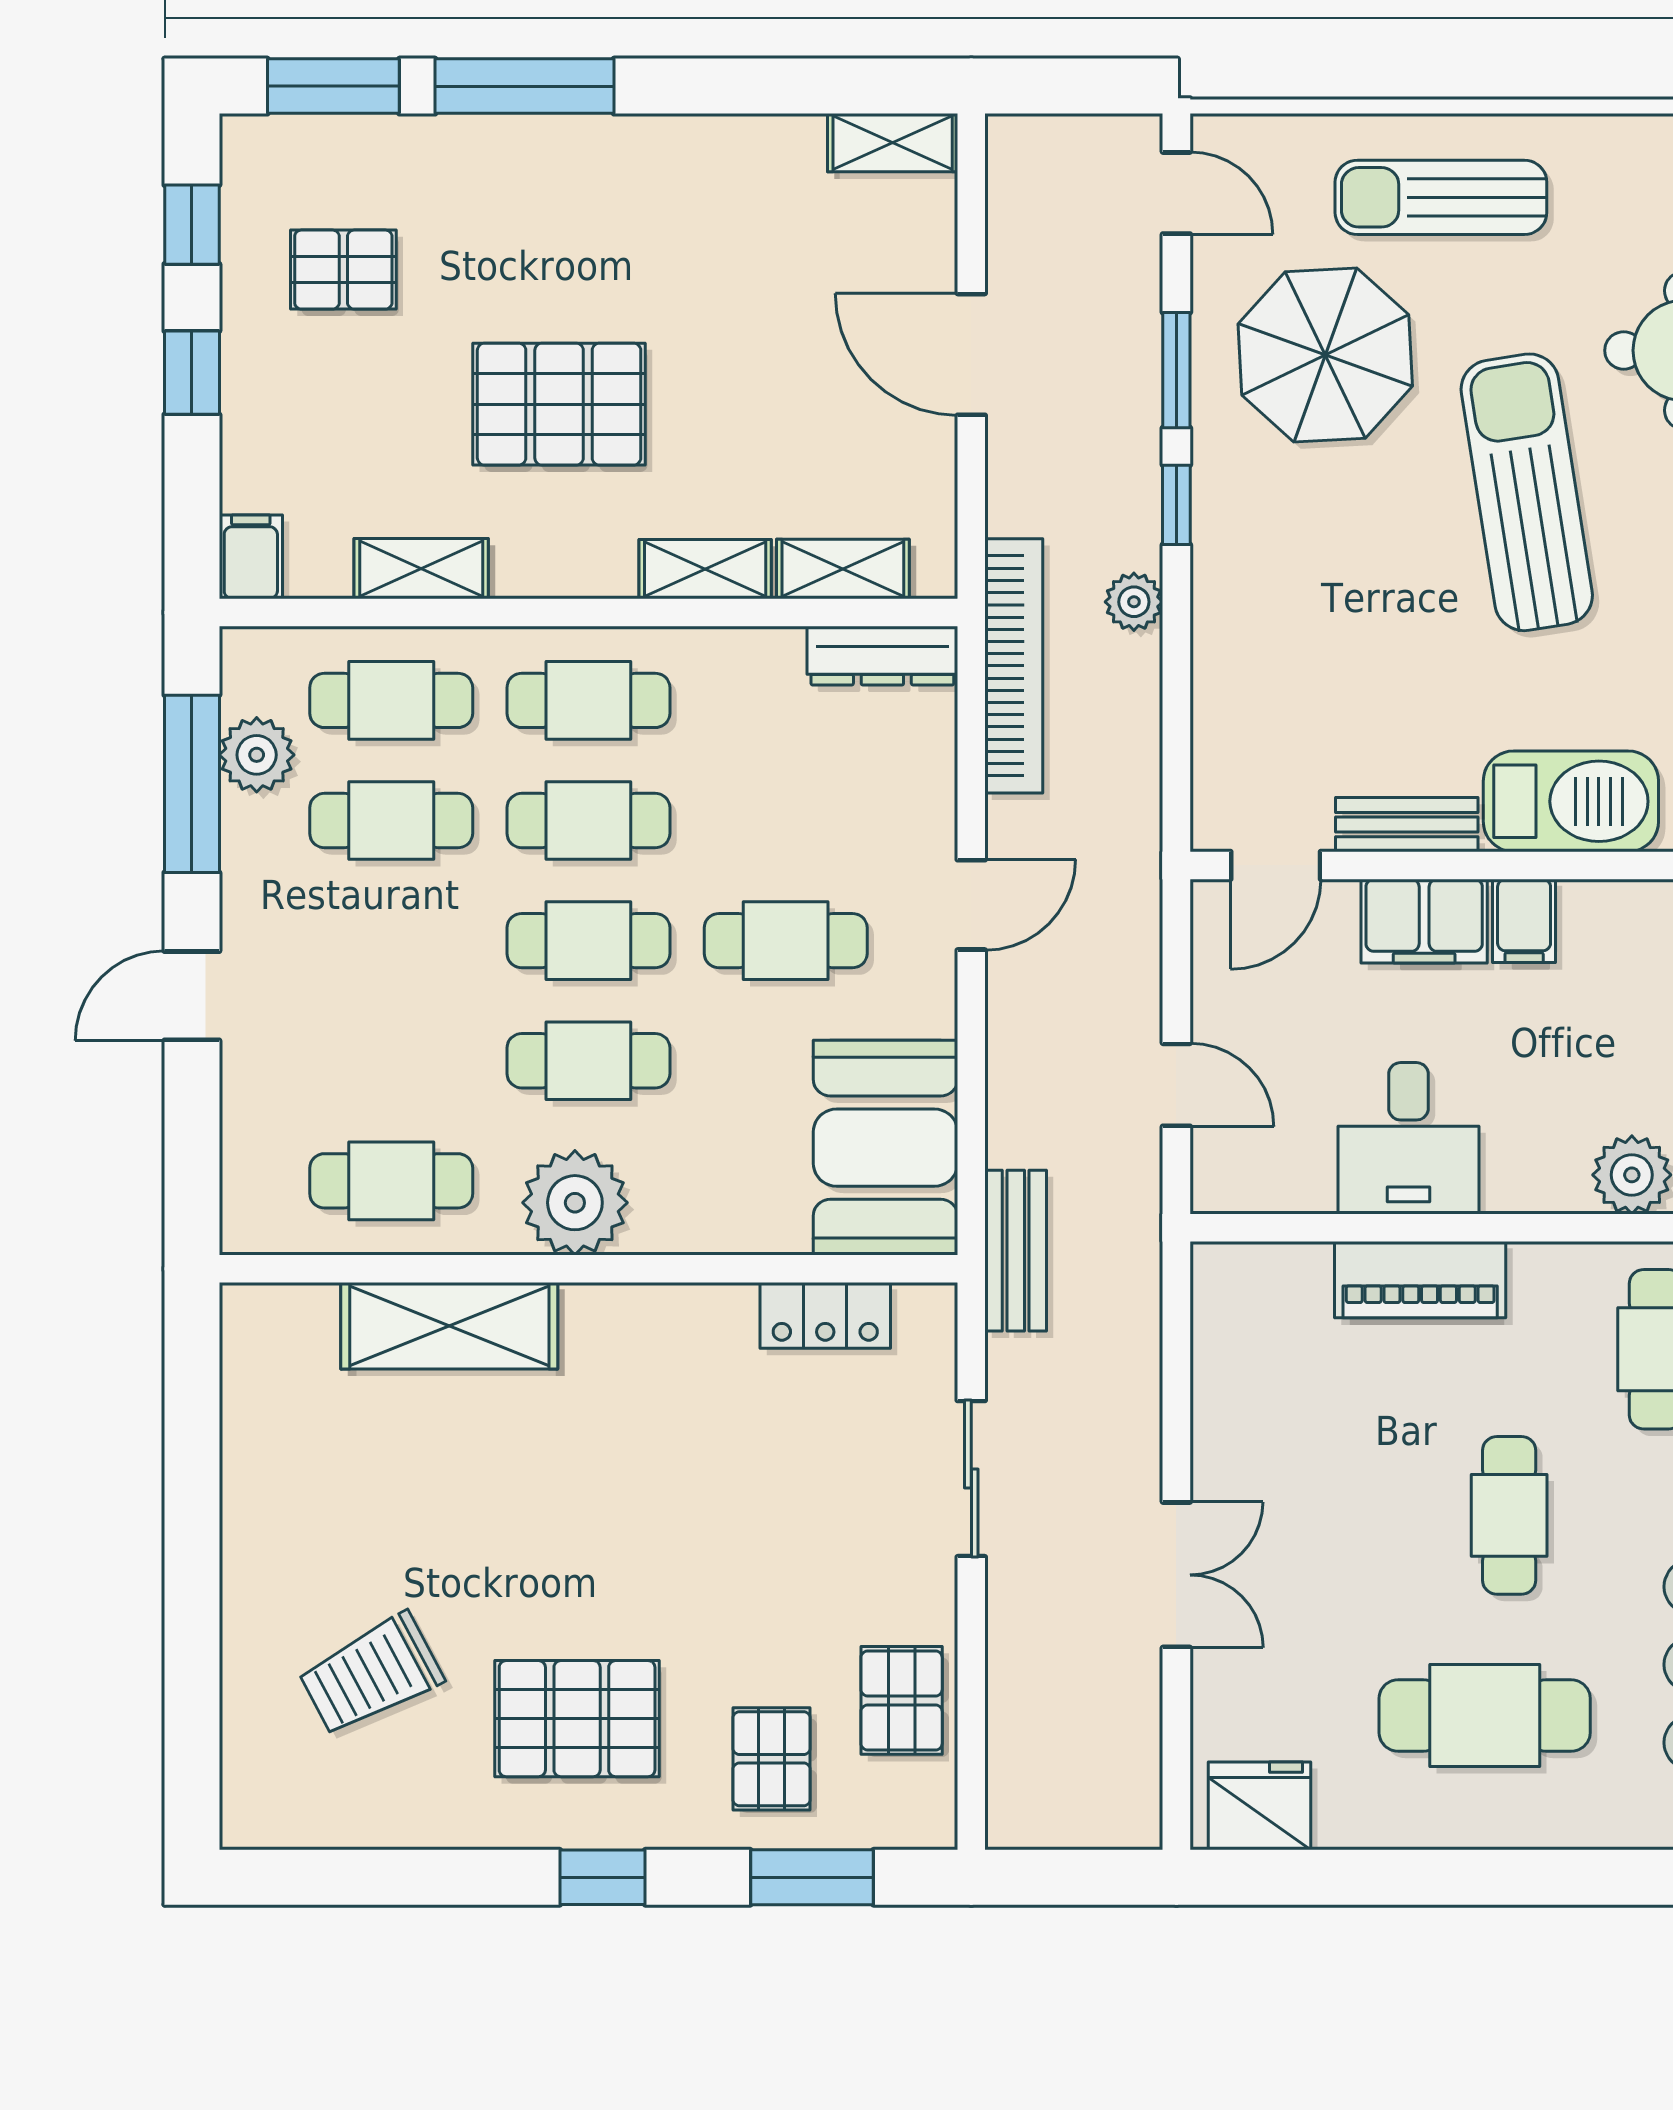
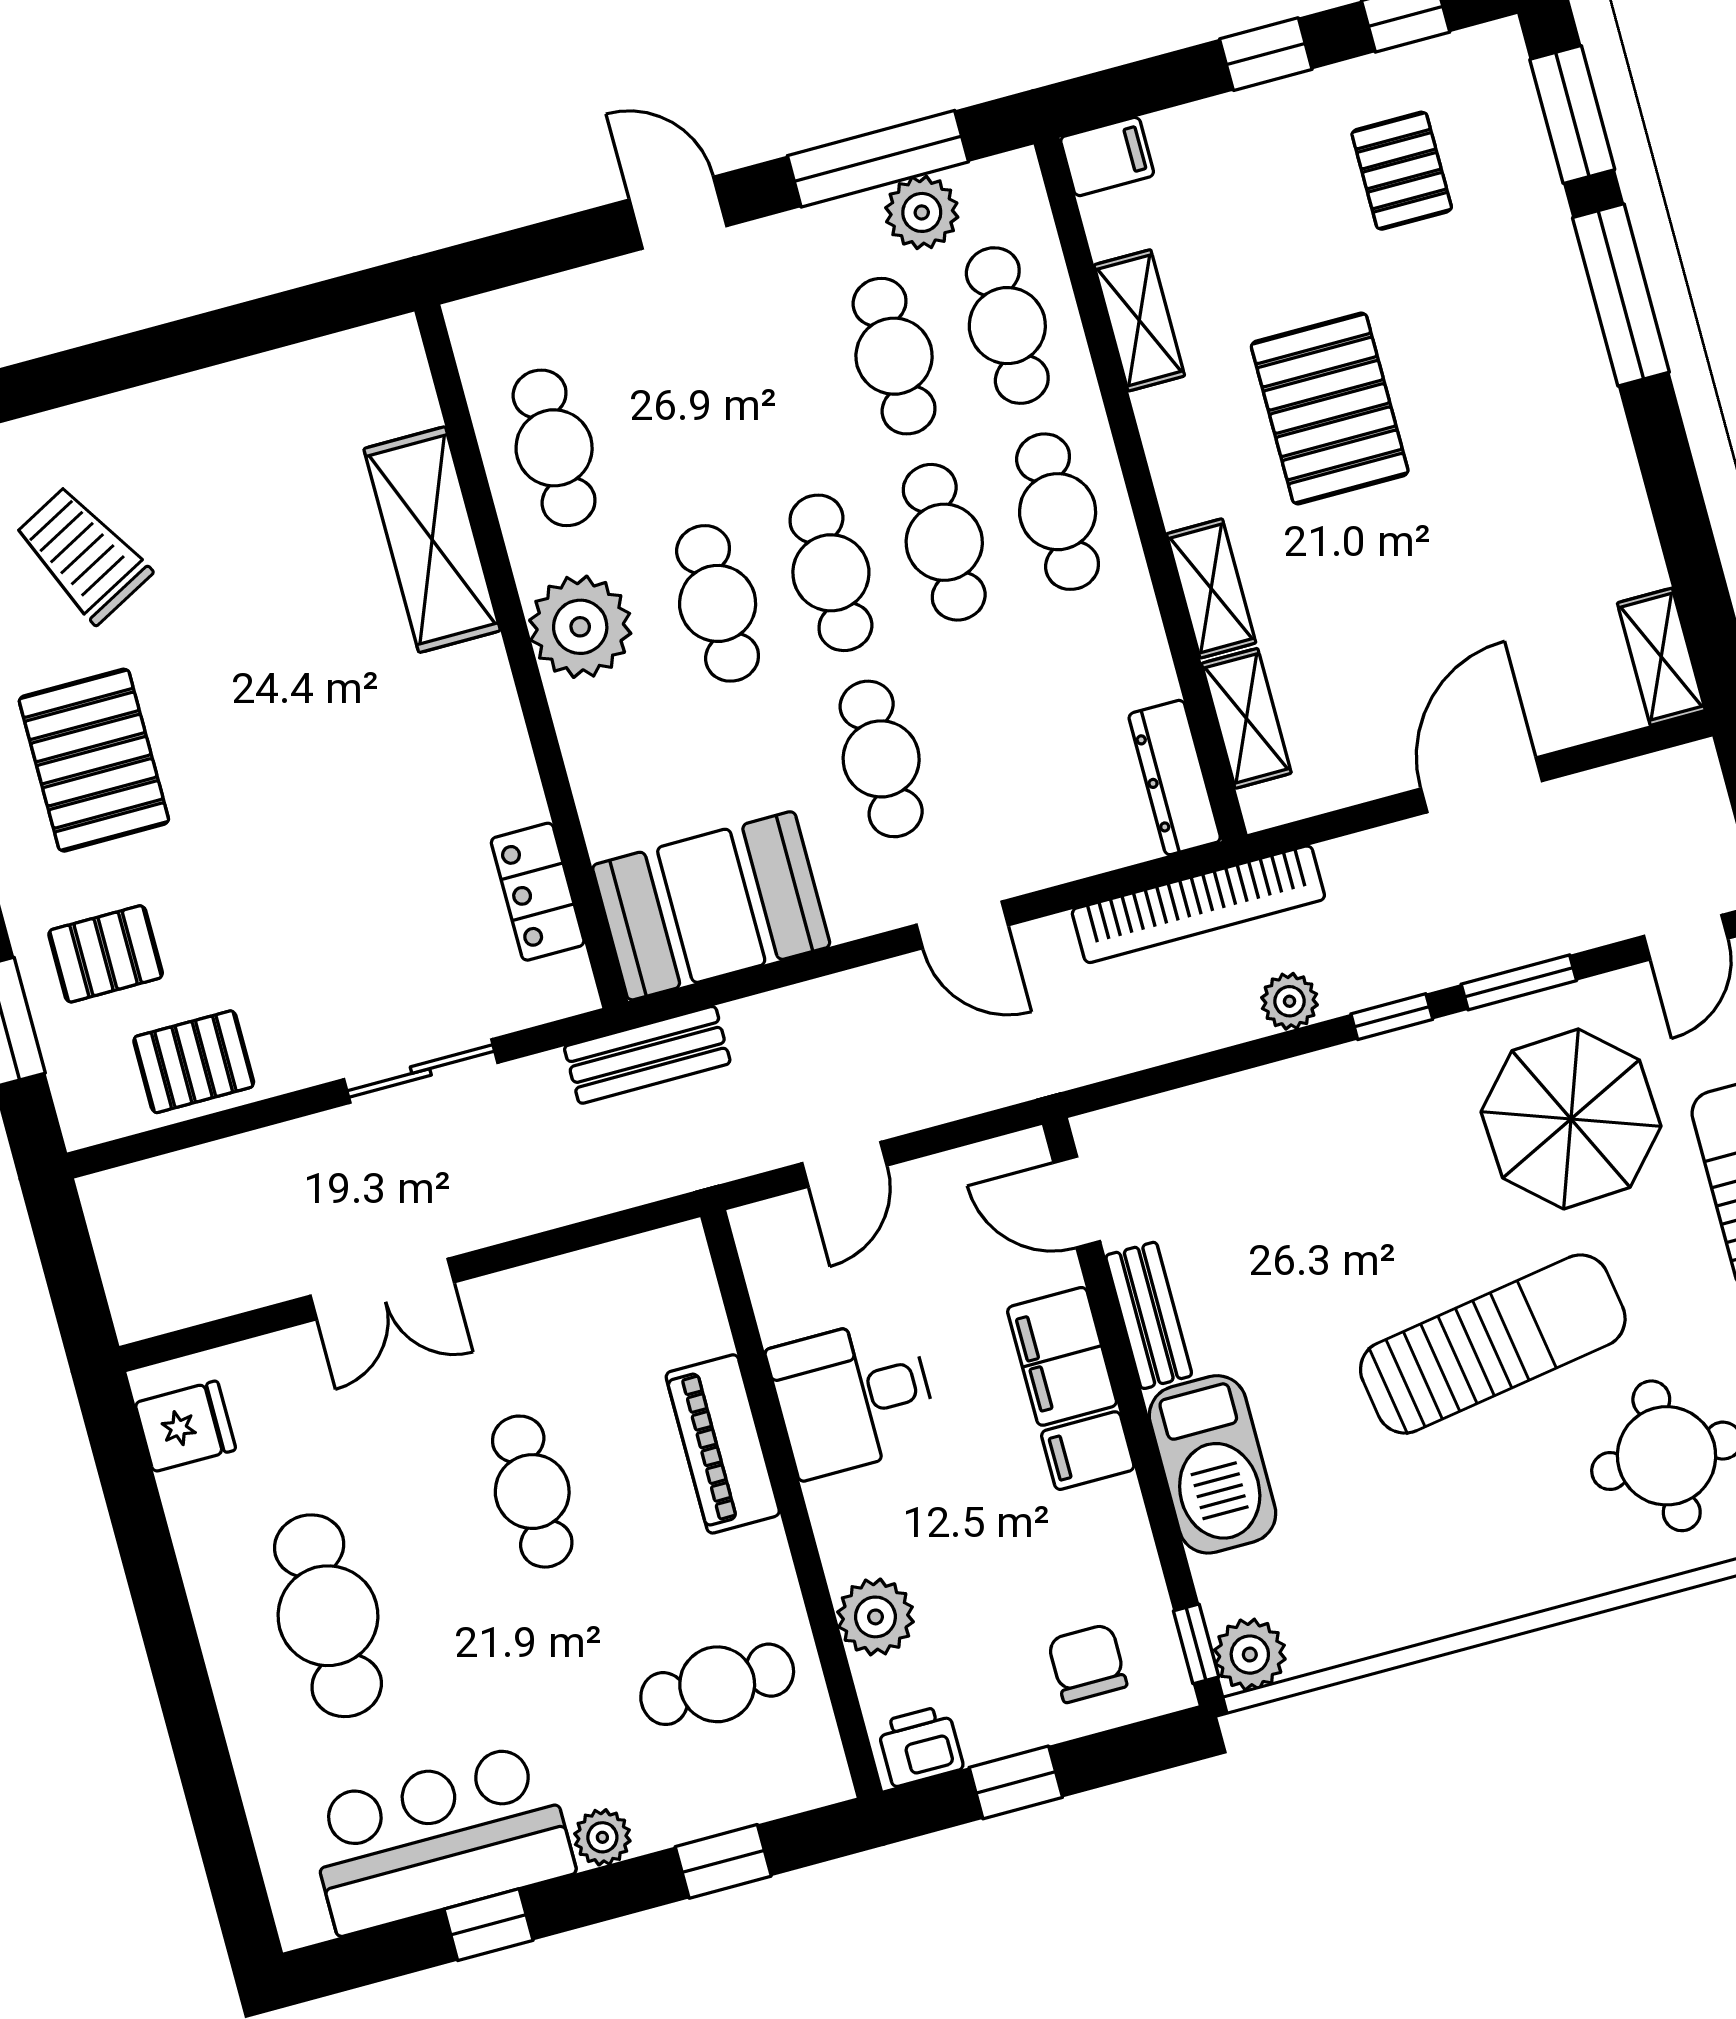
cafe table: (1509, 1515) -> (532, 1492), moved, turned 90
fridge: (1260, 1806) -> (185, 1426), width x0.72

